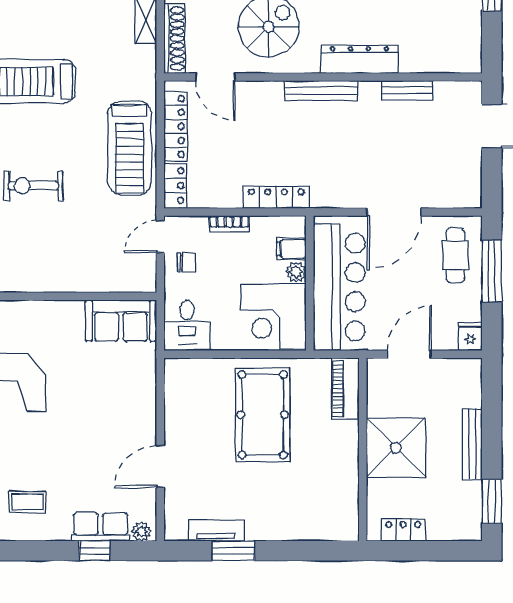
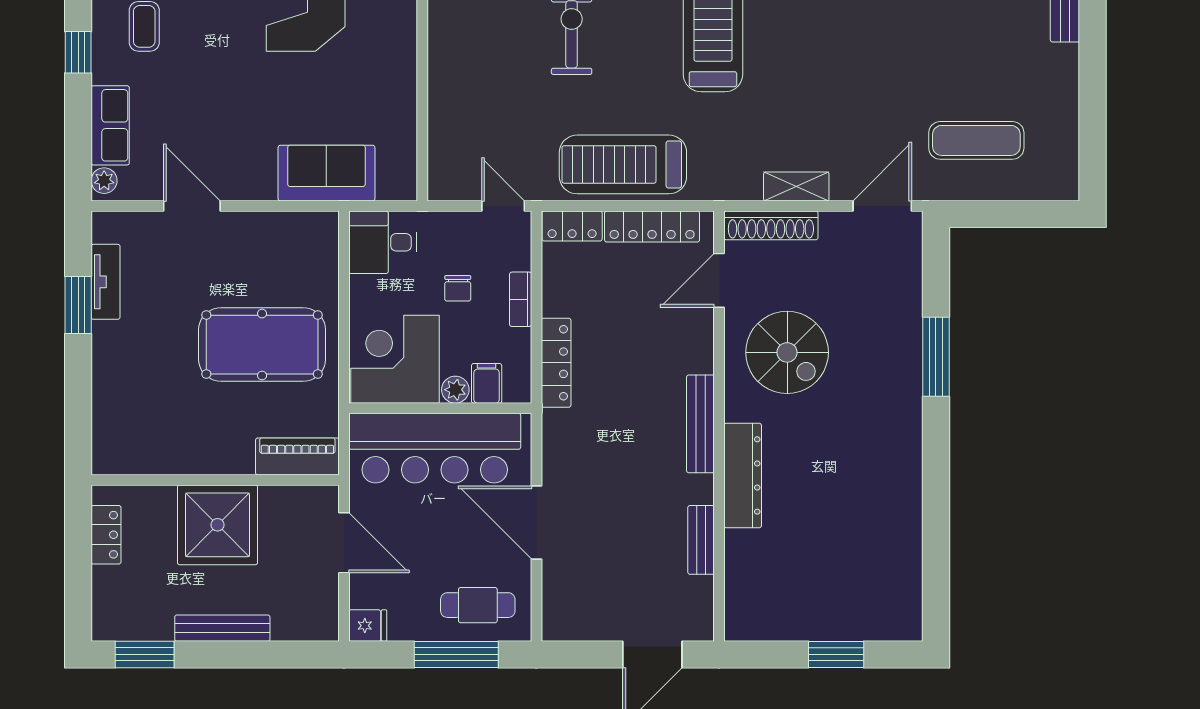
chair: (187, 262) -> (458, 288), moved
sofa: (121, 321) -> (326, 173), moved, turned 90
window: (95, 551) -> (78, 52), moved

